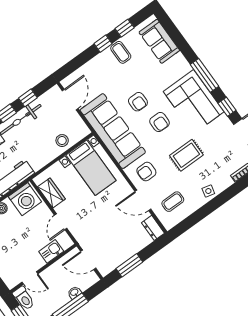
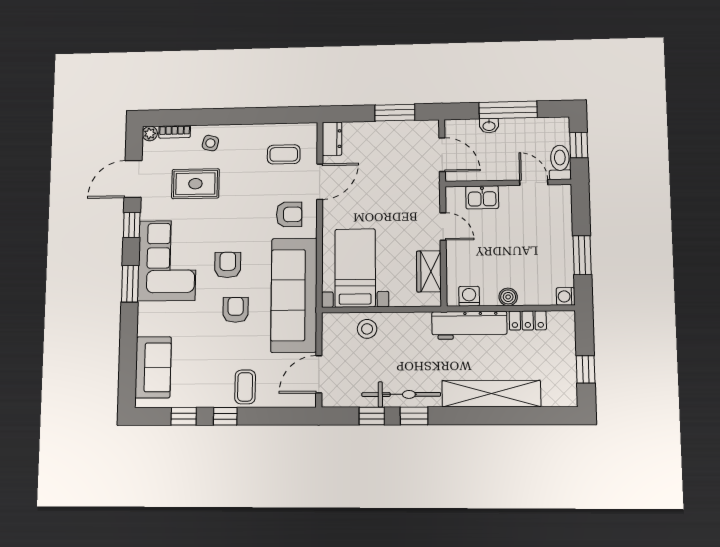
coffee table: (121, 52) -> (245, 387), moved
window: (204, 75) -> (130, 284), width x0.69
rug: (186, 155) -> (195, 184), moved
side table: (208, 191) -> (210, 143), moved
washing machine: (25, 199) -> (469, 296), width x0.53, depth x0.53
door: (143, 200) -> (320, 182), hinge flipped
door: (61, 222) -> (443, 226), hinge flipped

